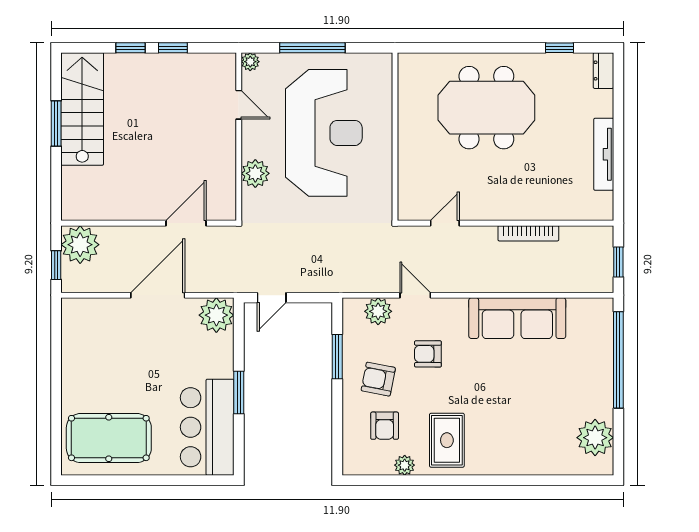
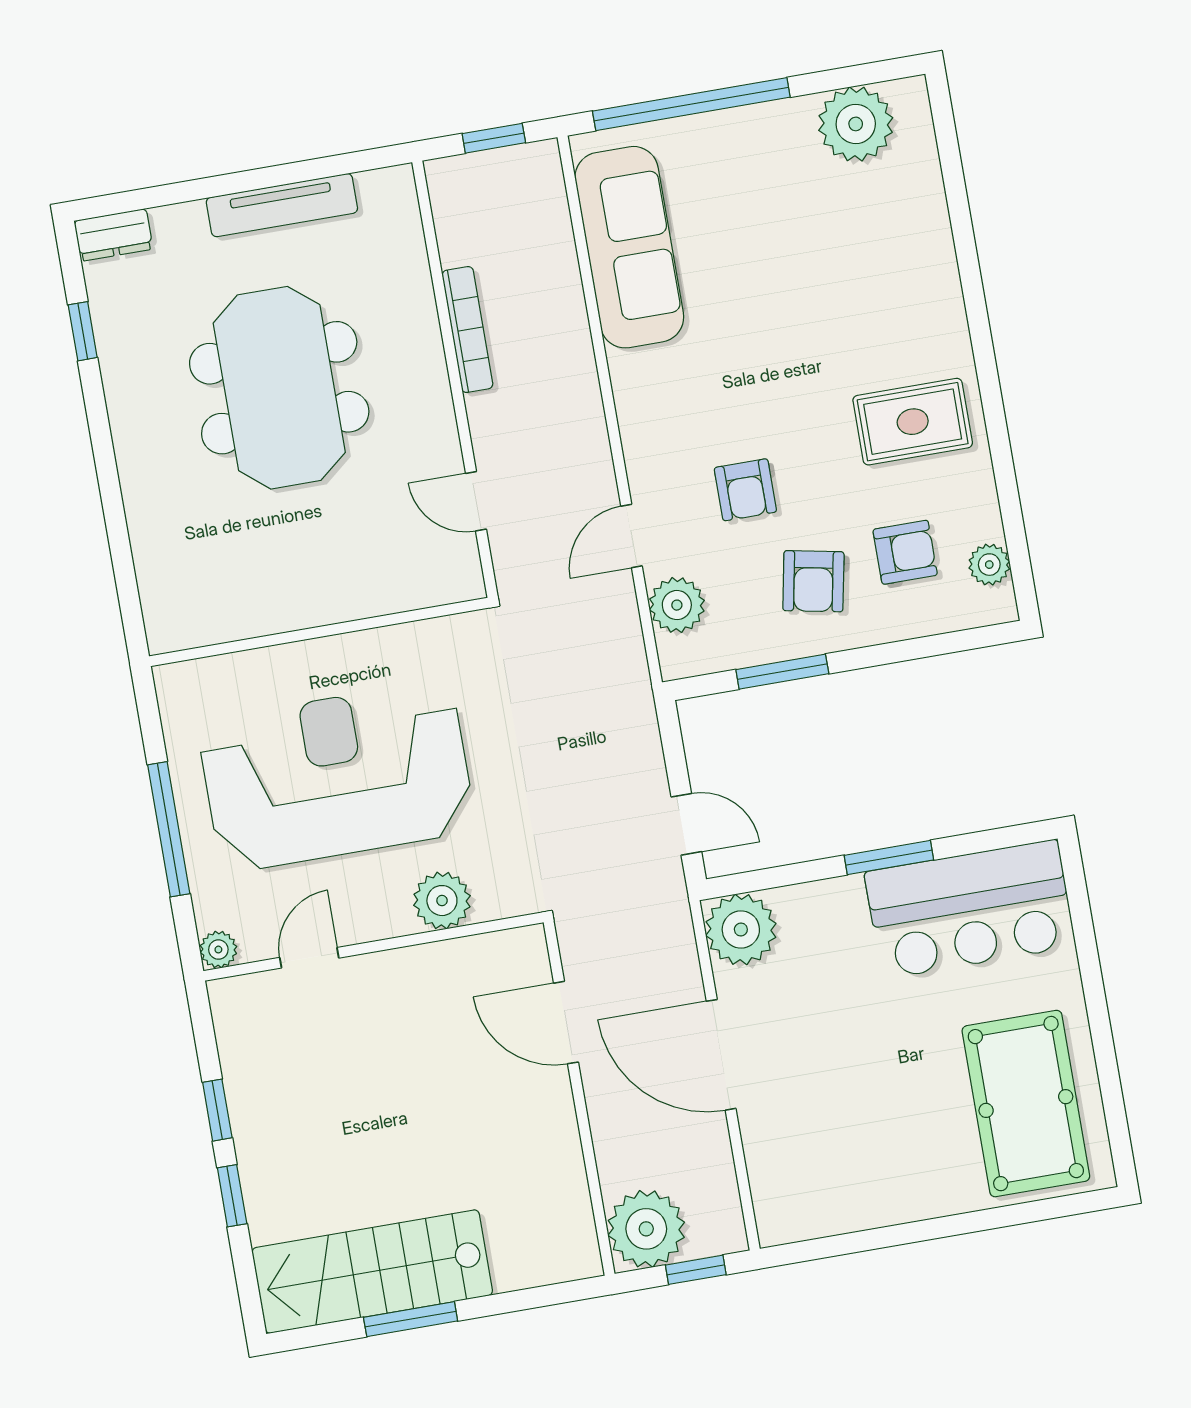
meeting table: (486, 108) -> (279, 388), moved
sofa: (517, 318) -> (629, 247), moved
plant: (405, 465) -> (989, 565), moved

